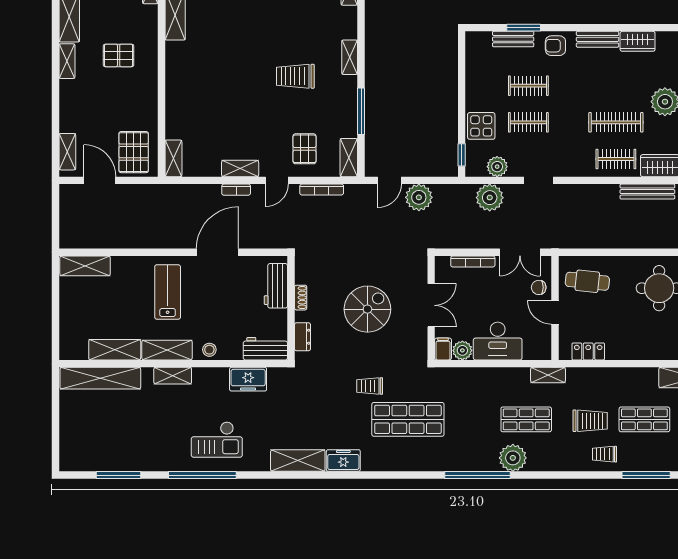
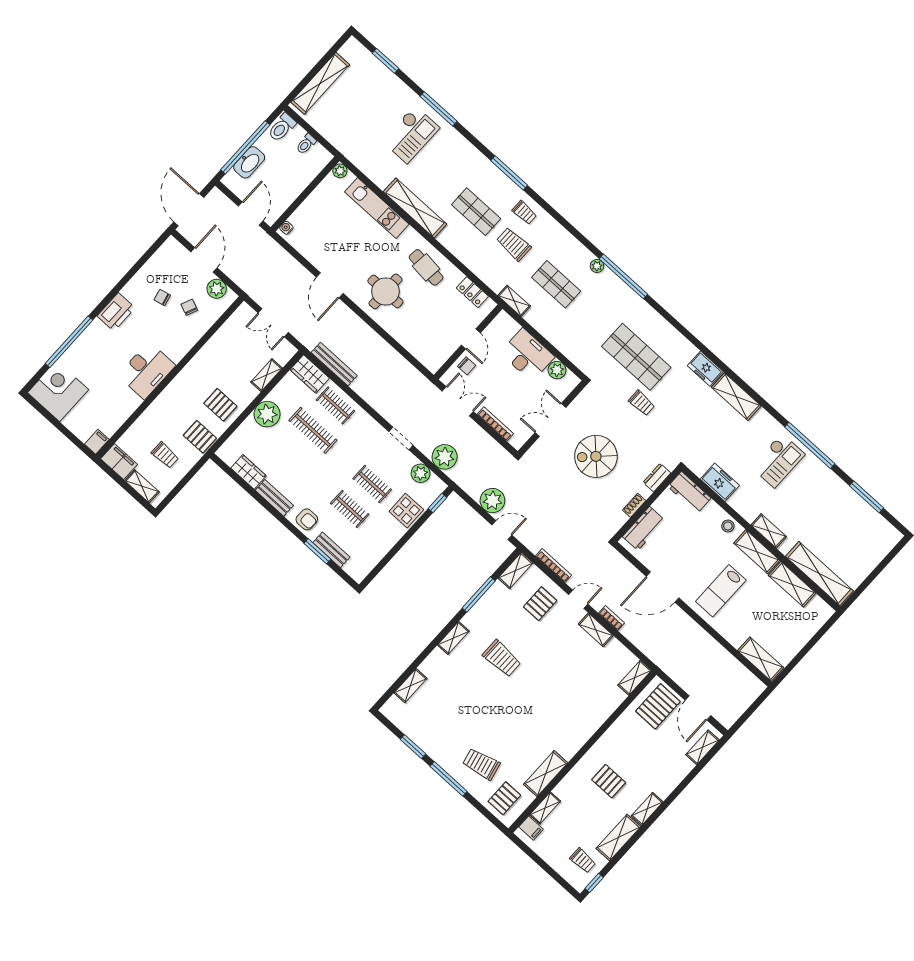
cafe table: (587, 281) -> (426, 267), moved
filing cabinet: (443, 349) -> (569, 383), removed
checkout: (217, 440) -> (778, 461), turned 90
plant: (513, 458) -> (597, 266), width x0.53, depth x0.53

